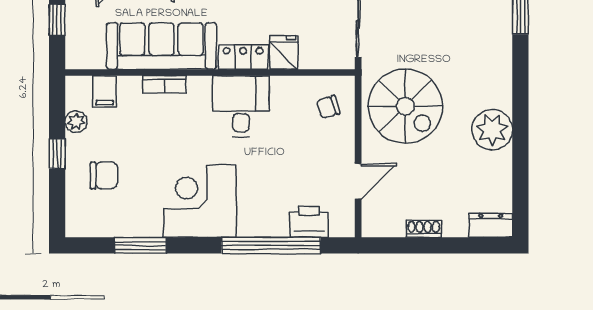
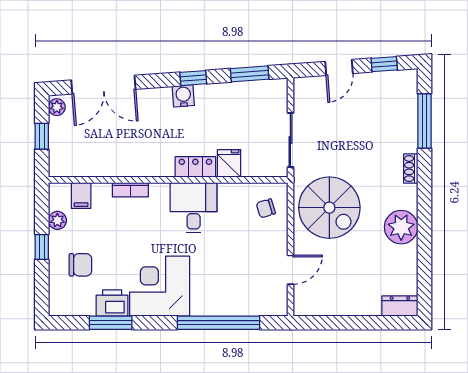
sofa: (161, 46) -> (128, 158), removed
printer: (309, 222) -> (112, 303), moved
shoe rack: (424, 229) -> (411, 169), moved, turned -90

